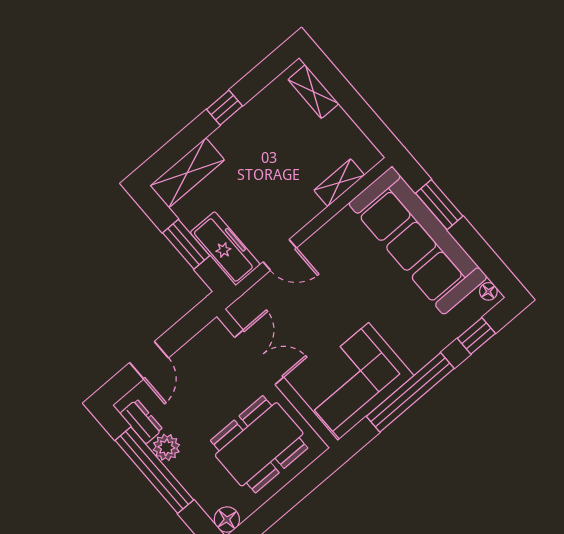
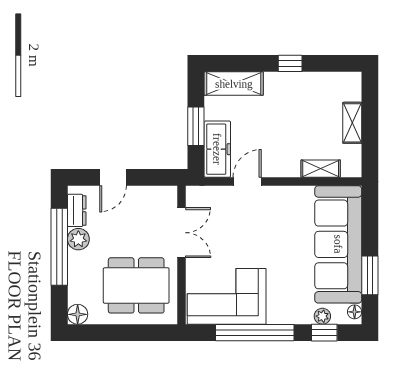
shelving: (313, 92) -> (352, 123), moved
window: (439, 205) -> (370, 275), moved
door: (280, 255) -> (247, 181), swing flipped
plant: (461, 322) -> (322, 316), added

